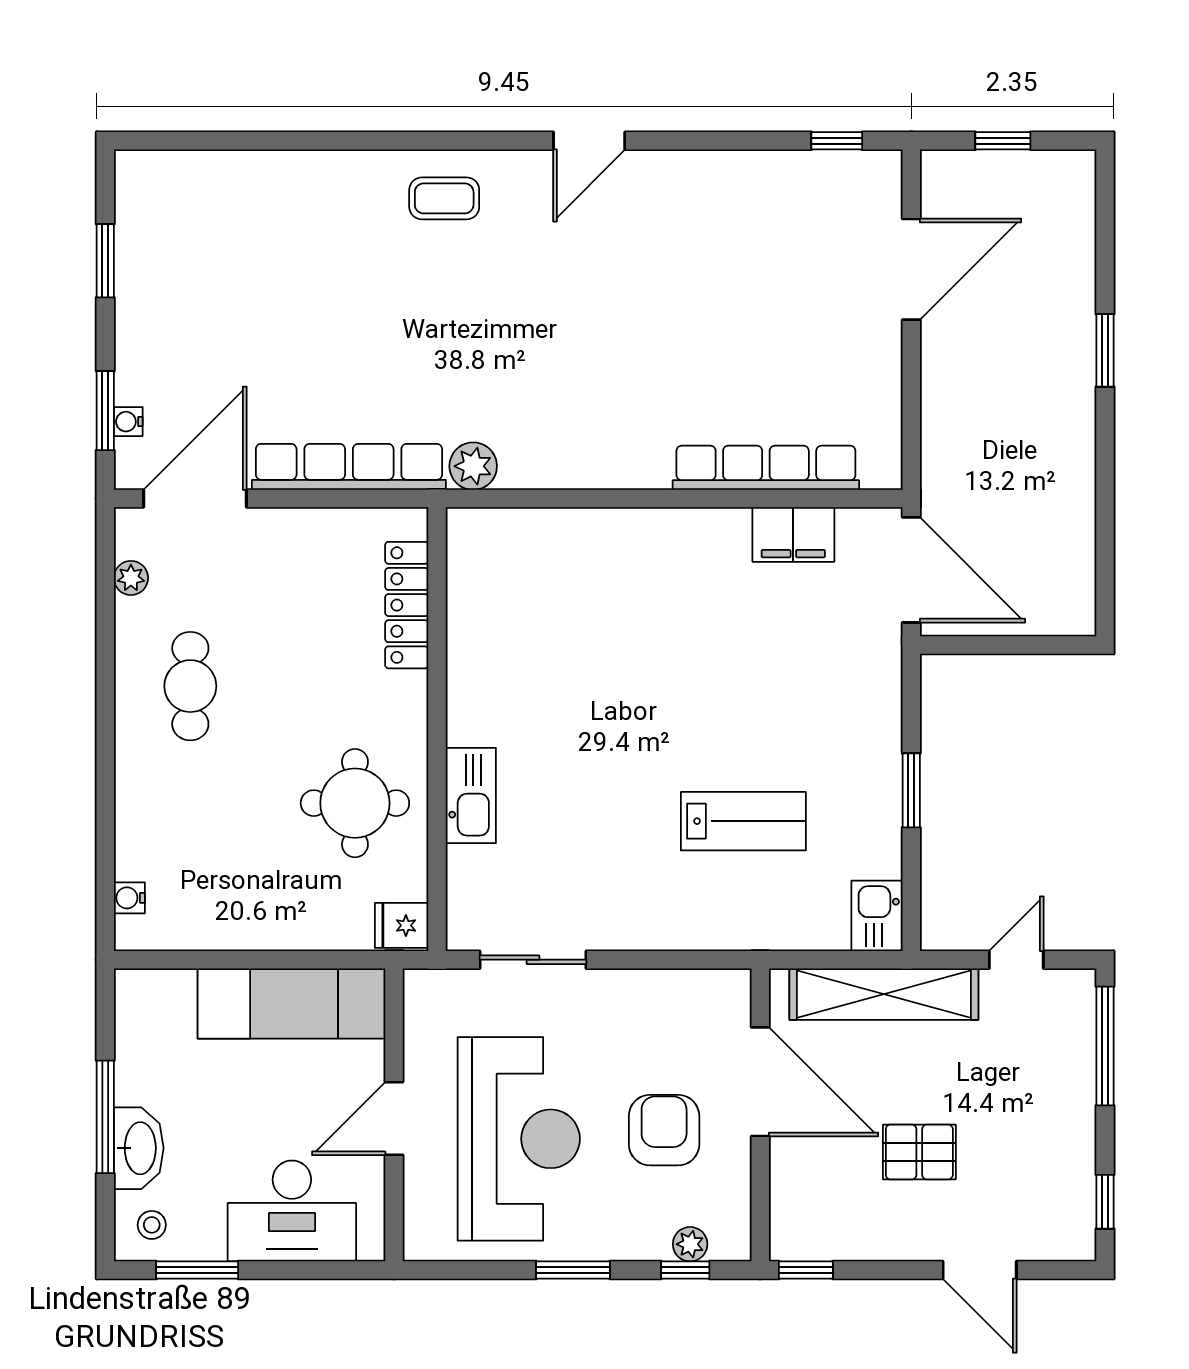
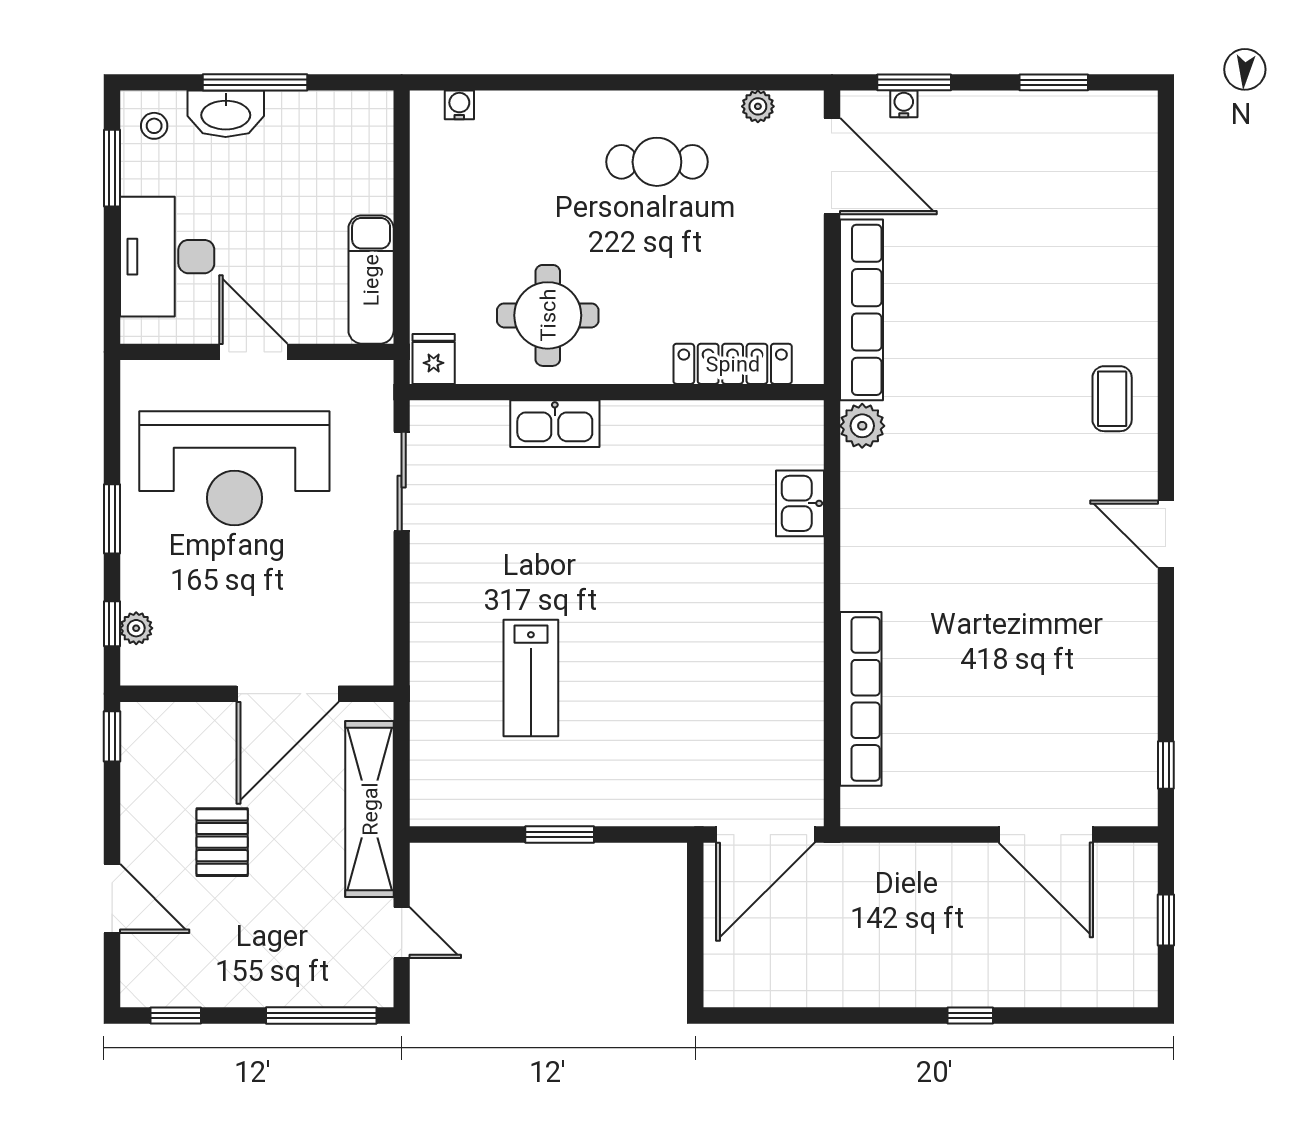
window: (1105, 350) -> (970, 1016), width x0.67
filing cabinet: (793, 534) -> (798, 725), removed
kitchen sink: (877, 916) -> (800, 503), moved, turned -90
exam couch: (291, 1003) -> (371, 280), width x0.73, depth x0.69
armchair: (664, 1130) -> (243, 604), removed
door: (980, 1270) -> (112, 898), swing flipped

